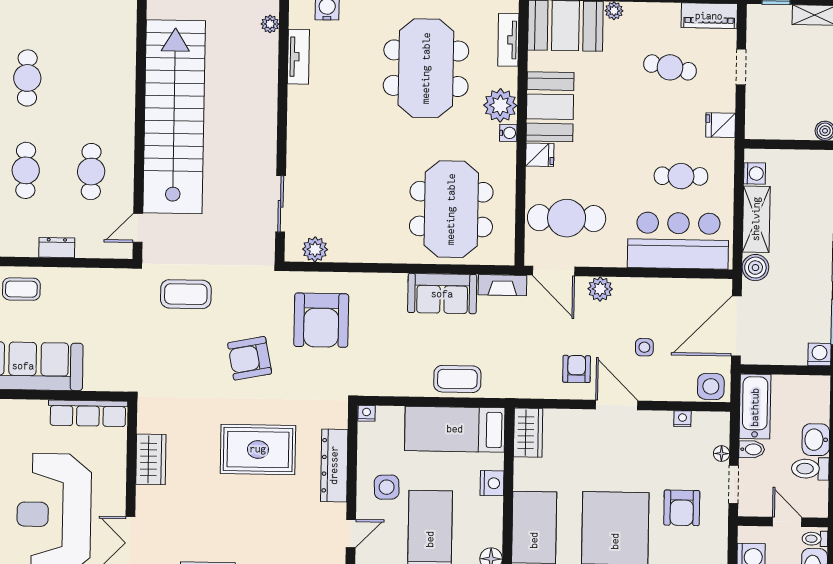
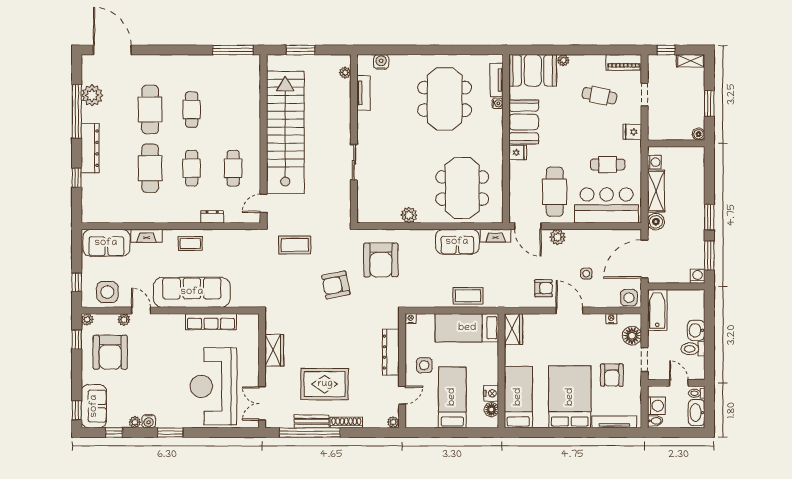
plant: (500, 105) -> (492, 122), removed
water cooler: (508, 133) -> (498, 103), moved
sliding door: (281, 204) -> (354, 162), moved
cafe table: (567, 218) -> (555, 192), moved, turned 90
plant: (315, 249) -> (409, 215), moved
armchair: (577, 369) -> (544, 288), turned 90
row of seats: (88, 413) -> (211, 322), moved
rug: (258, 449) -> (325, 384), moved
bidet: (752, 449) -> (656, 337), removed
floor lamp: (721, 454) -> (632, 336), width x1.89, depth x1.89
nightstand: (492, 483) -> (491, 393), moved

